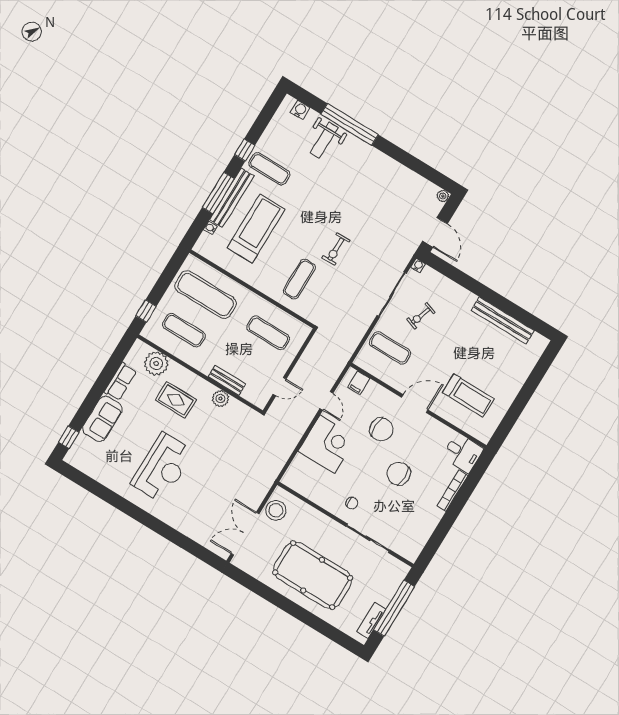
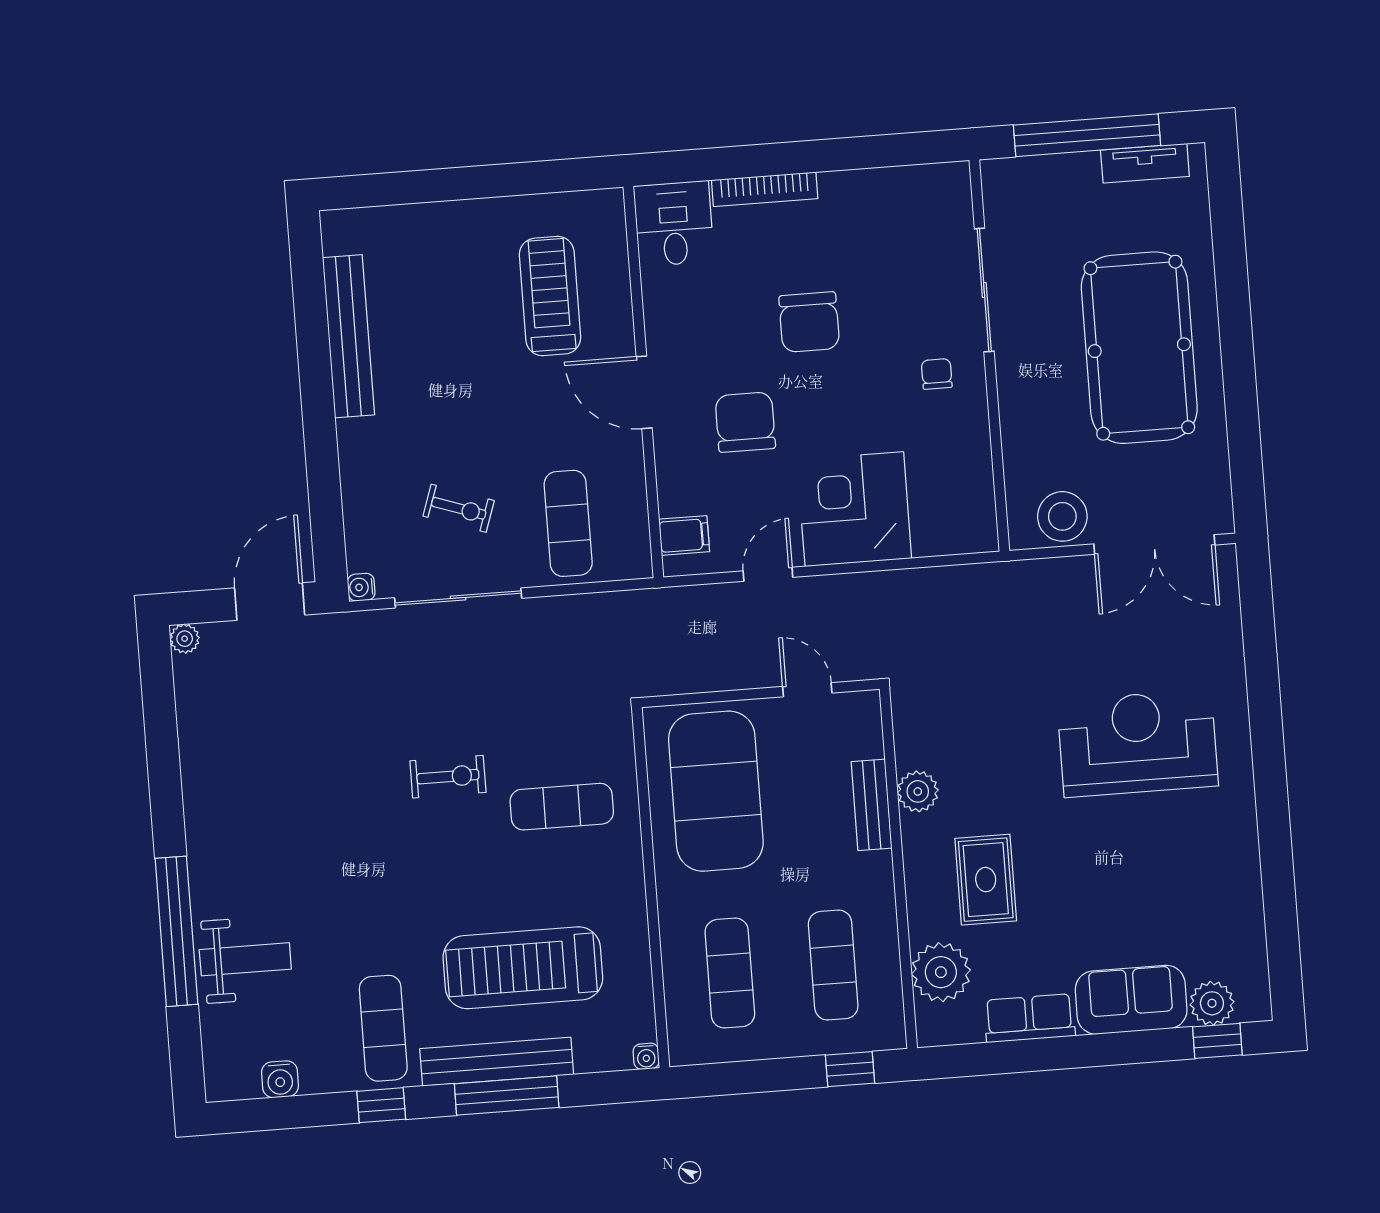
water cooler: (300, 110) -> (280, 1079), moved, turned -90
water cooler: (210, 228) -> (646, 1056), moved
exercise mat: (206, 295) -> (730, 973), width x0.73, depth x0.69
exercise mat: (268, 333) -> (716, 791), width x2.00, depth x1.45
plant: (82, 444) -> (1212, 1003), added
reception desk: (163, 468) -> (1138, 743), moved

